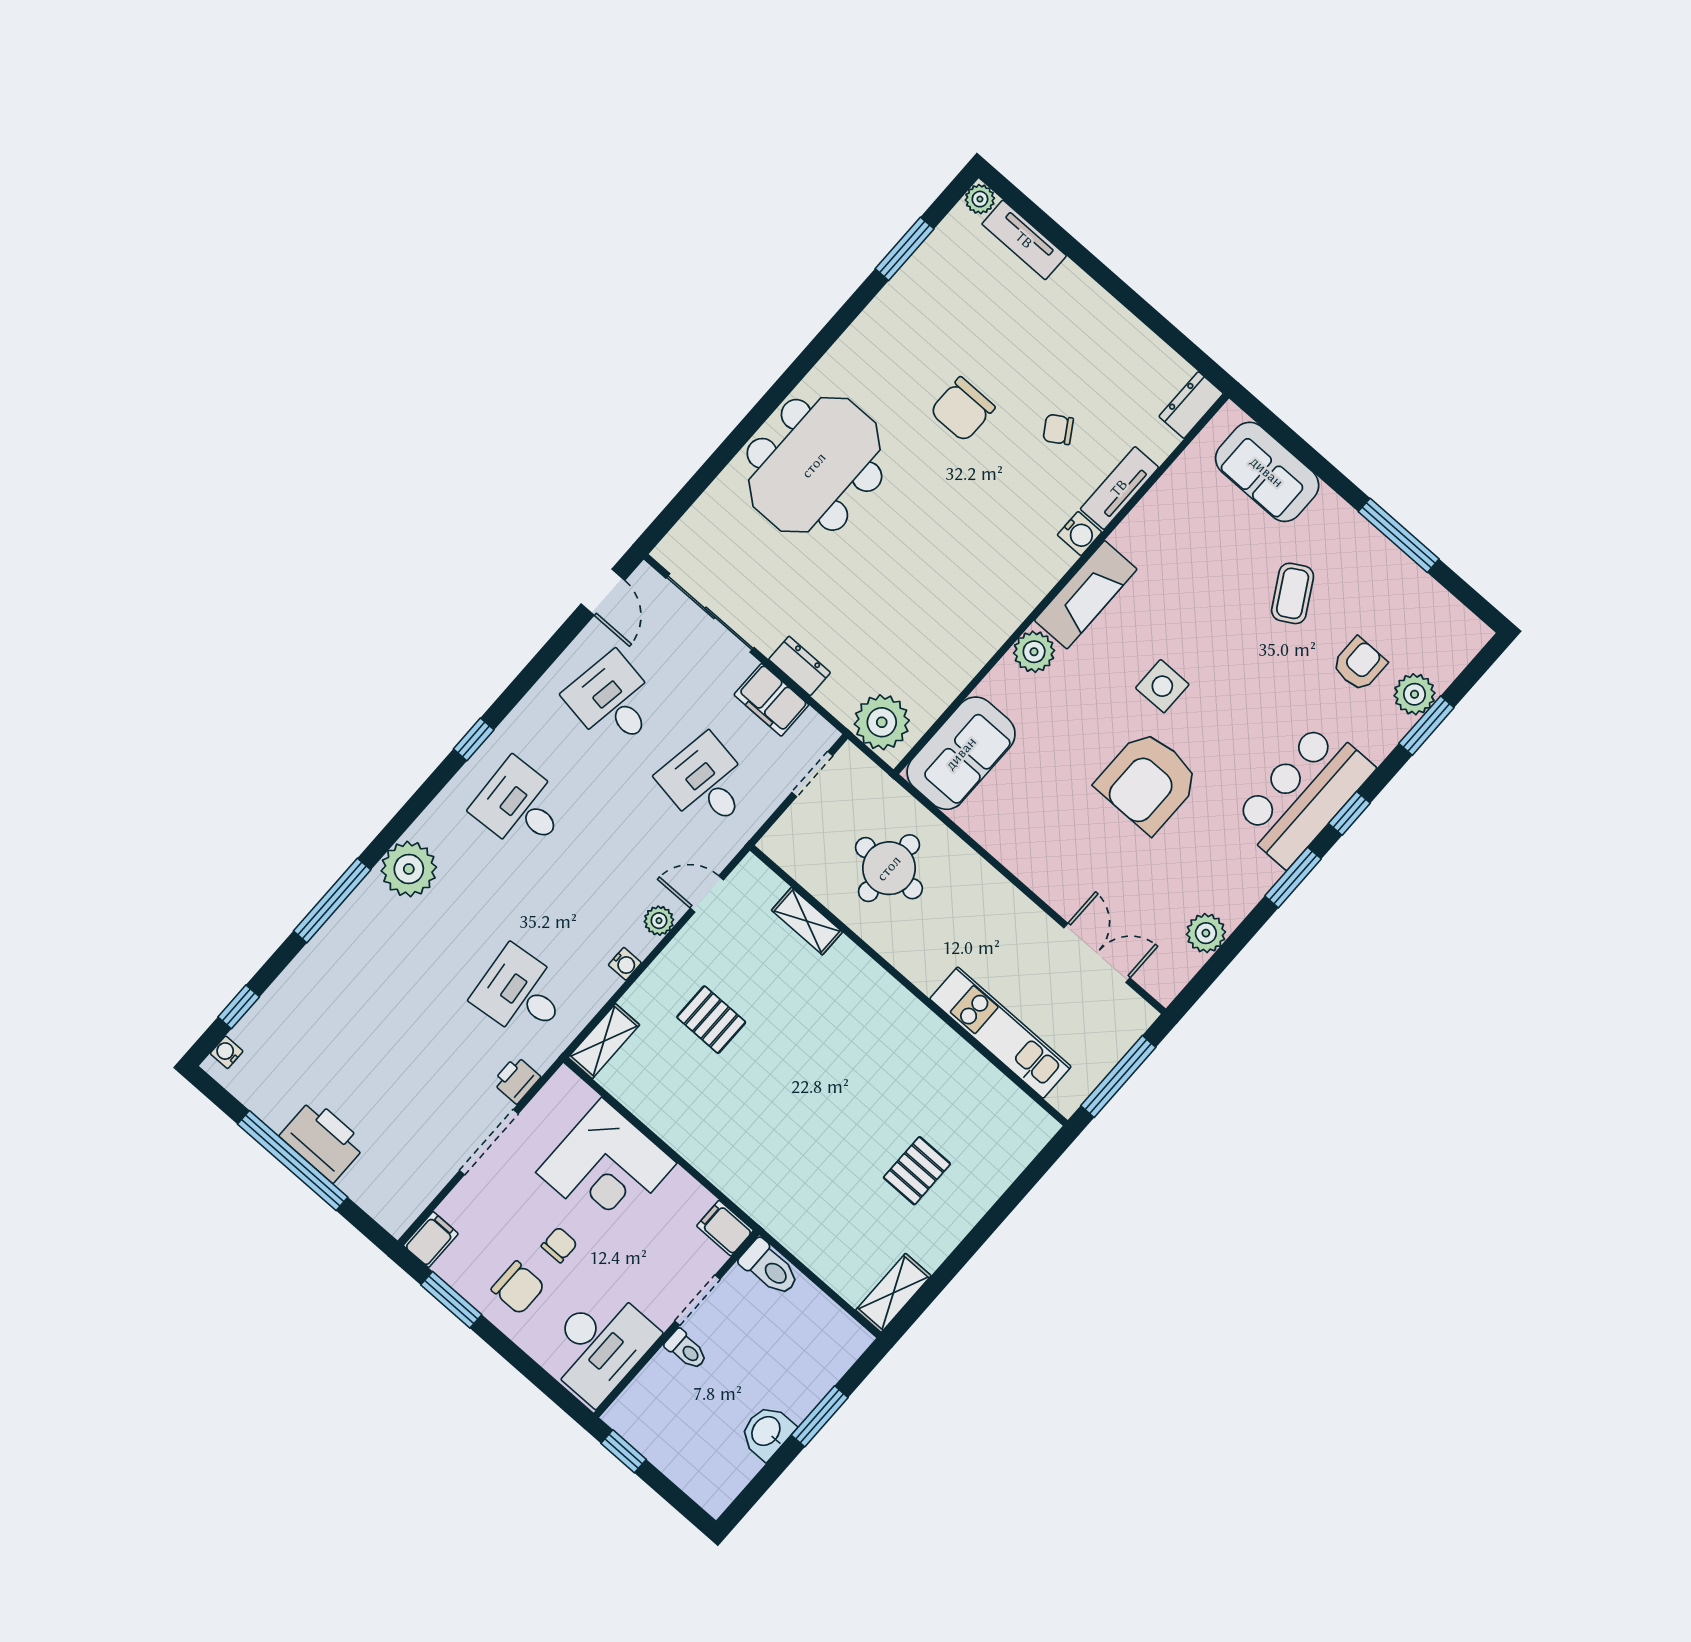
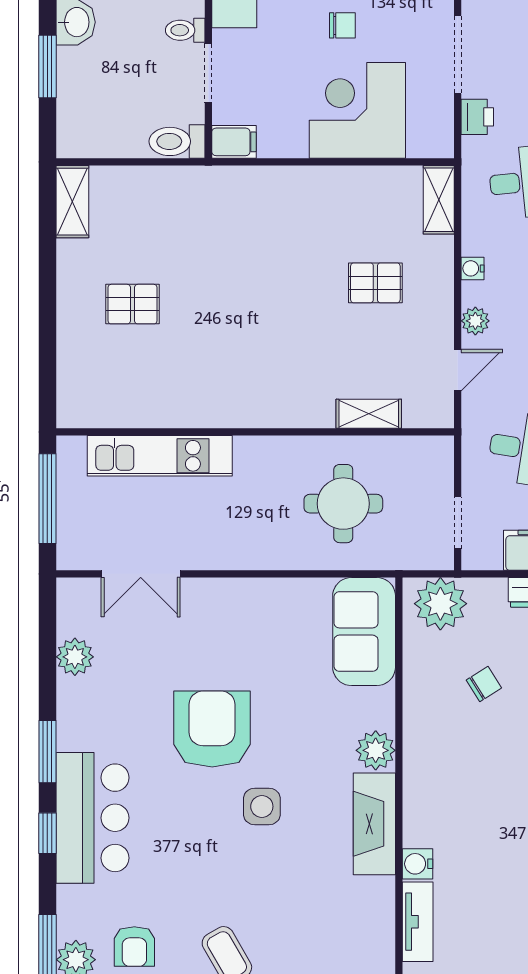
chair: (1058, 429) -> (484, 684), moved
pallet: (917, 1171) -> (132, 304), turned 90
chair: (559, 1245) -> (342, 25), turned -90

